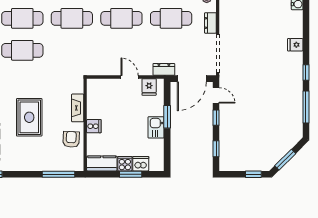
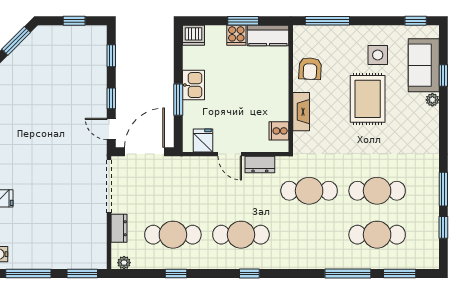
cafe table: (72, 18) -> (309, 191), moved
dresser: (164, 69) -> (260, 165), moved
cooker: (94, 126) -> (279, 131), moved
side table: (22, 149) -> (378, 55), added
dishwasher: (141, 164) -> (193, 35), moved
window: (131, 174) -> (243, 21), moved
window: (253, 174) -> (74, 21), moved

